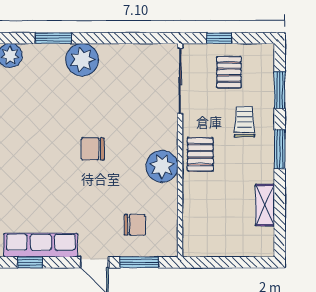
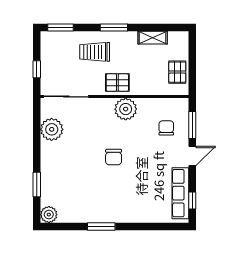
plant: (82, 60) -> (52, 129), moved
pallet: (229, 72) -> (177, 72), moved, turned 90
window: (280, 90) -> (61, 27), moved
trolley: (244, 122) -> (95, 52), width x1.36, depth x1.39

